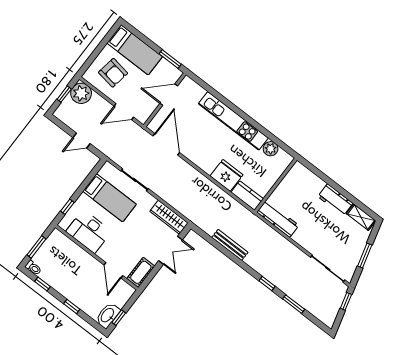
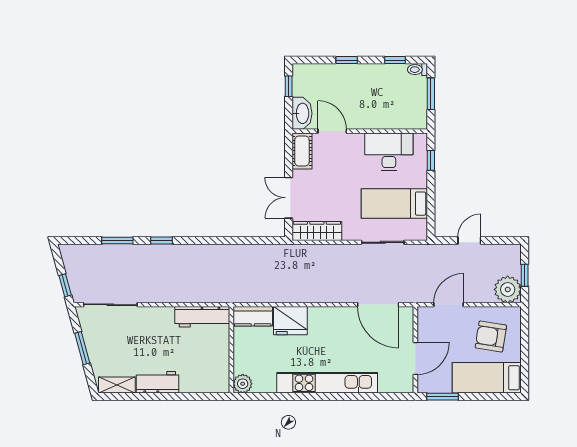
plant: (271, 149) -> (243, 384), moved
bench: (230, 245) -> (231, 251), removed
washbasin: (108, 315) -> (302, 113), moved

